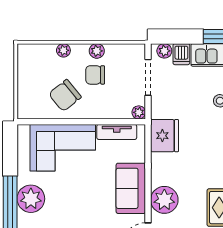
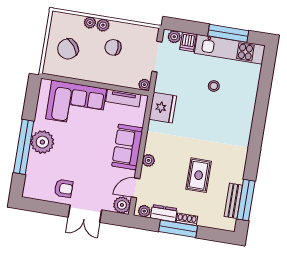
plant: (97, 51) -> (103, 25), moved
chair: (65, 95) -> (68, 49), moved
plant: (164, 200) -> (148, 160), width x0.53, depth x0.53

